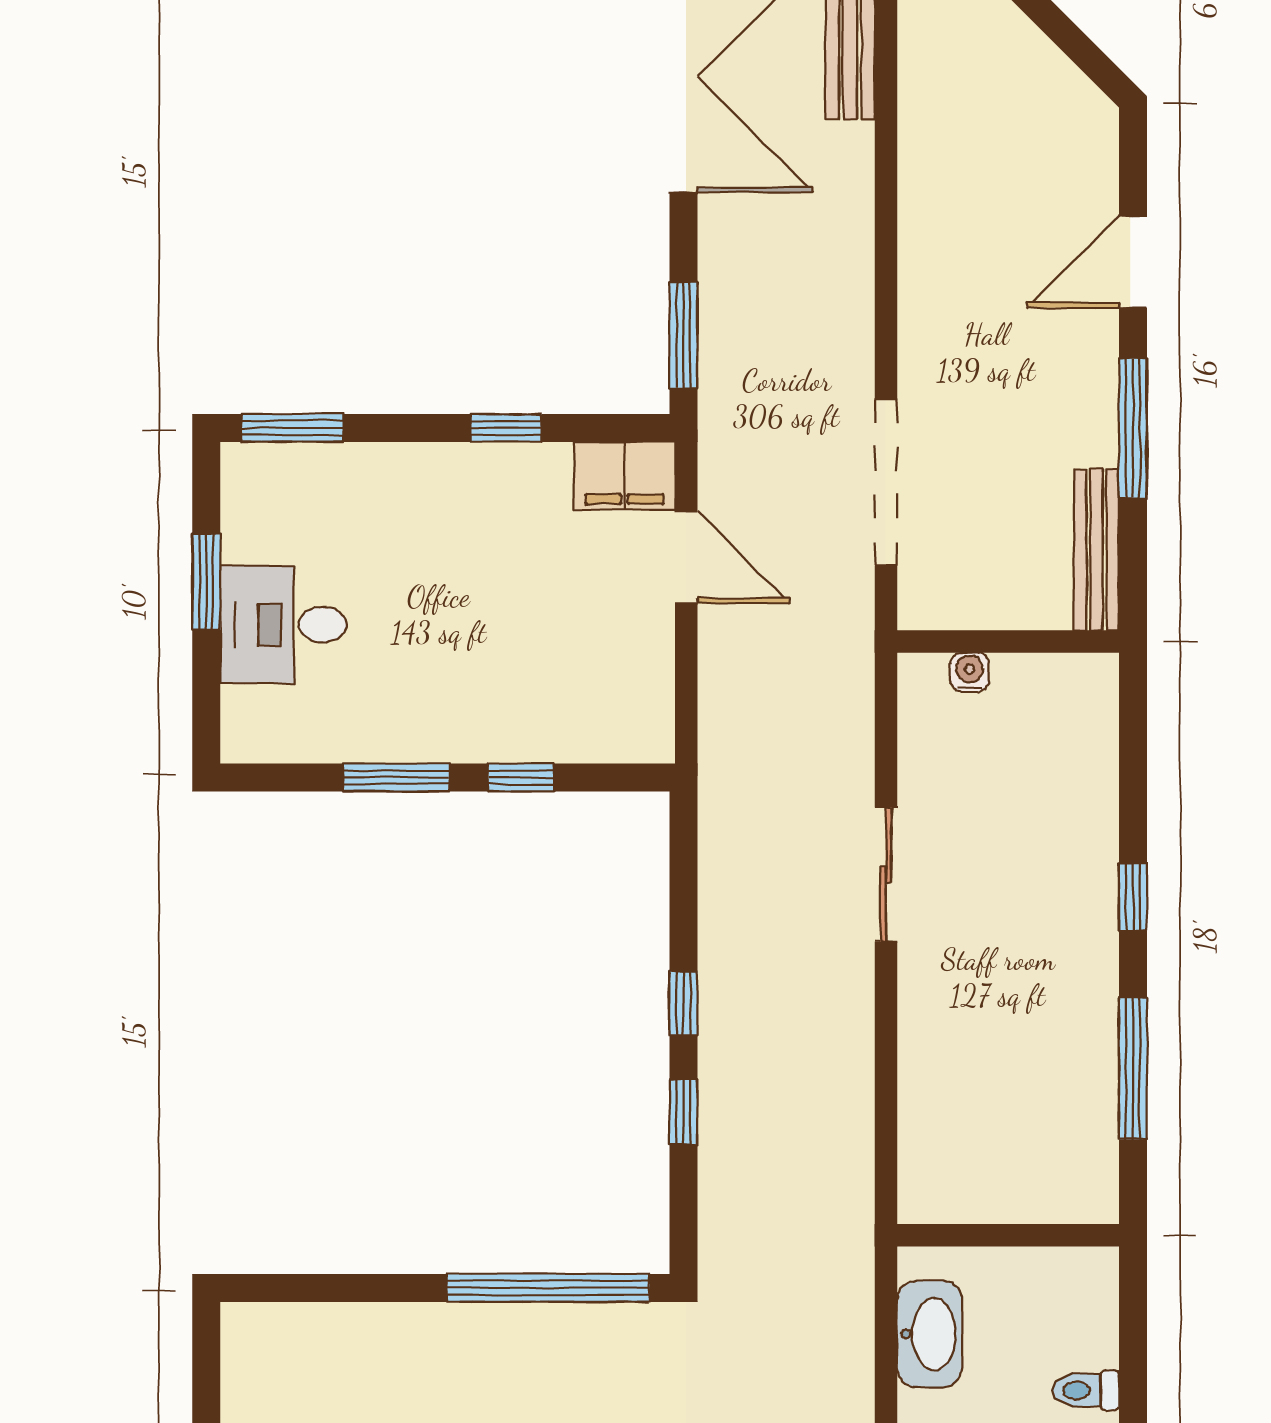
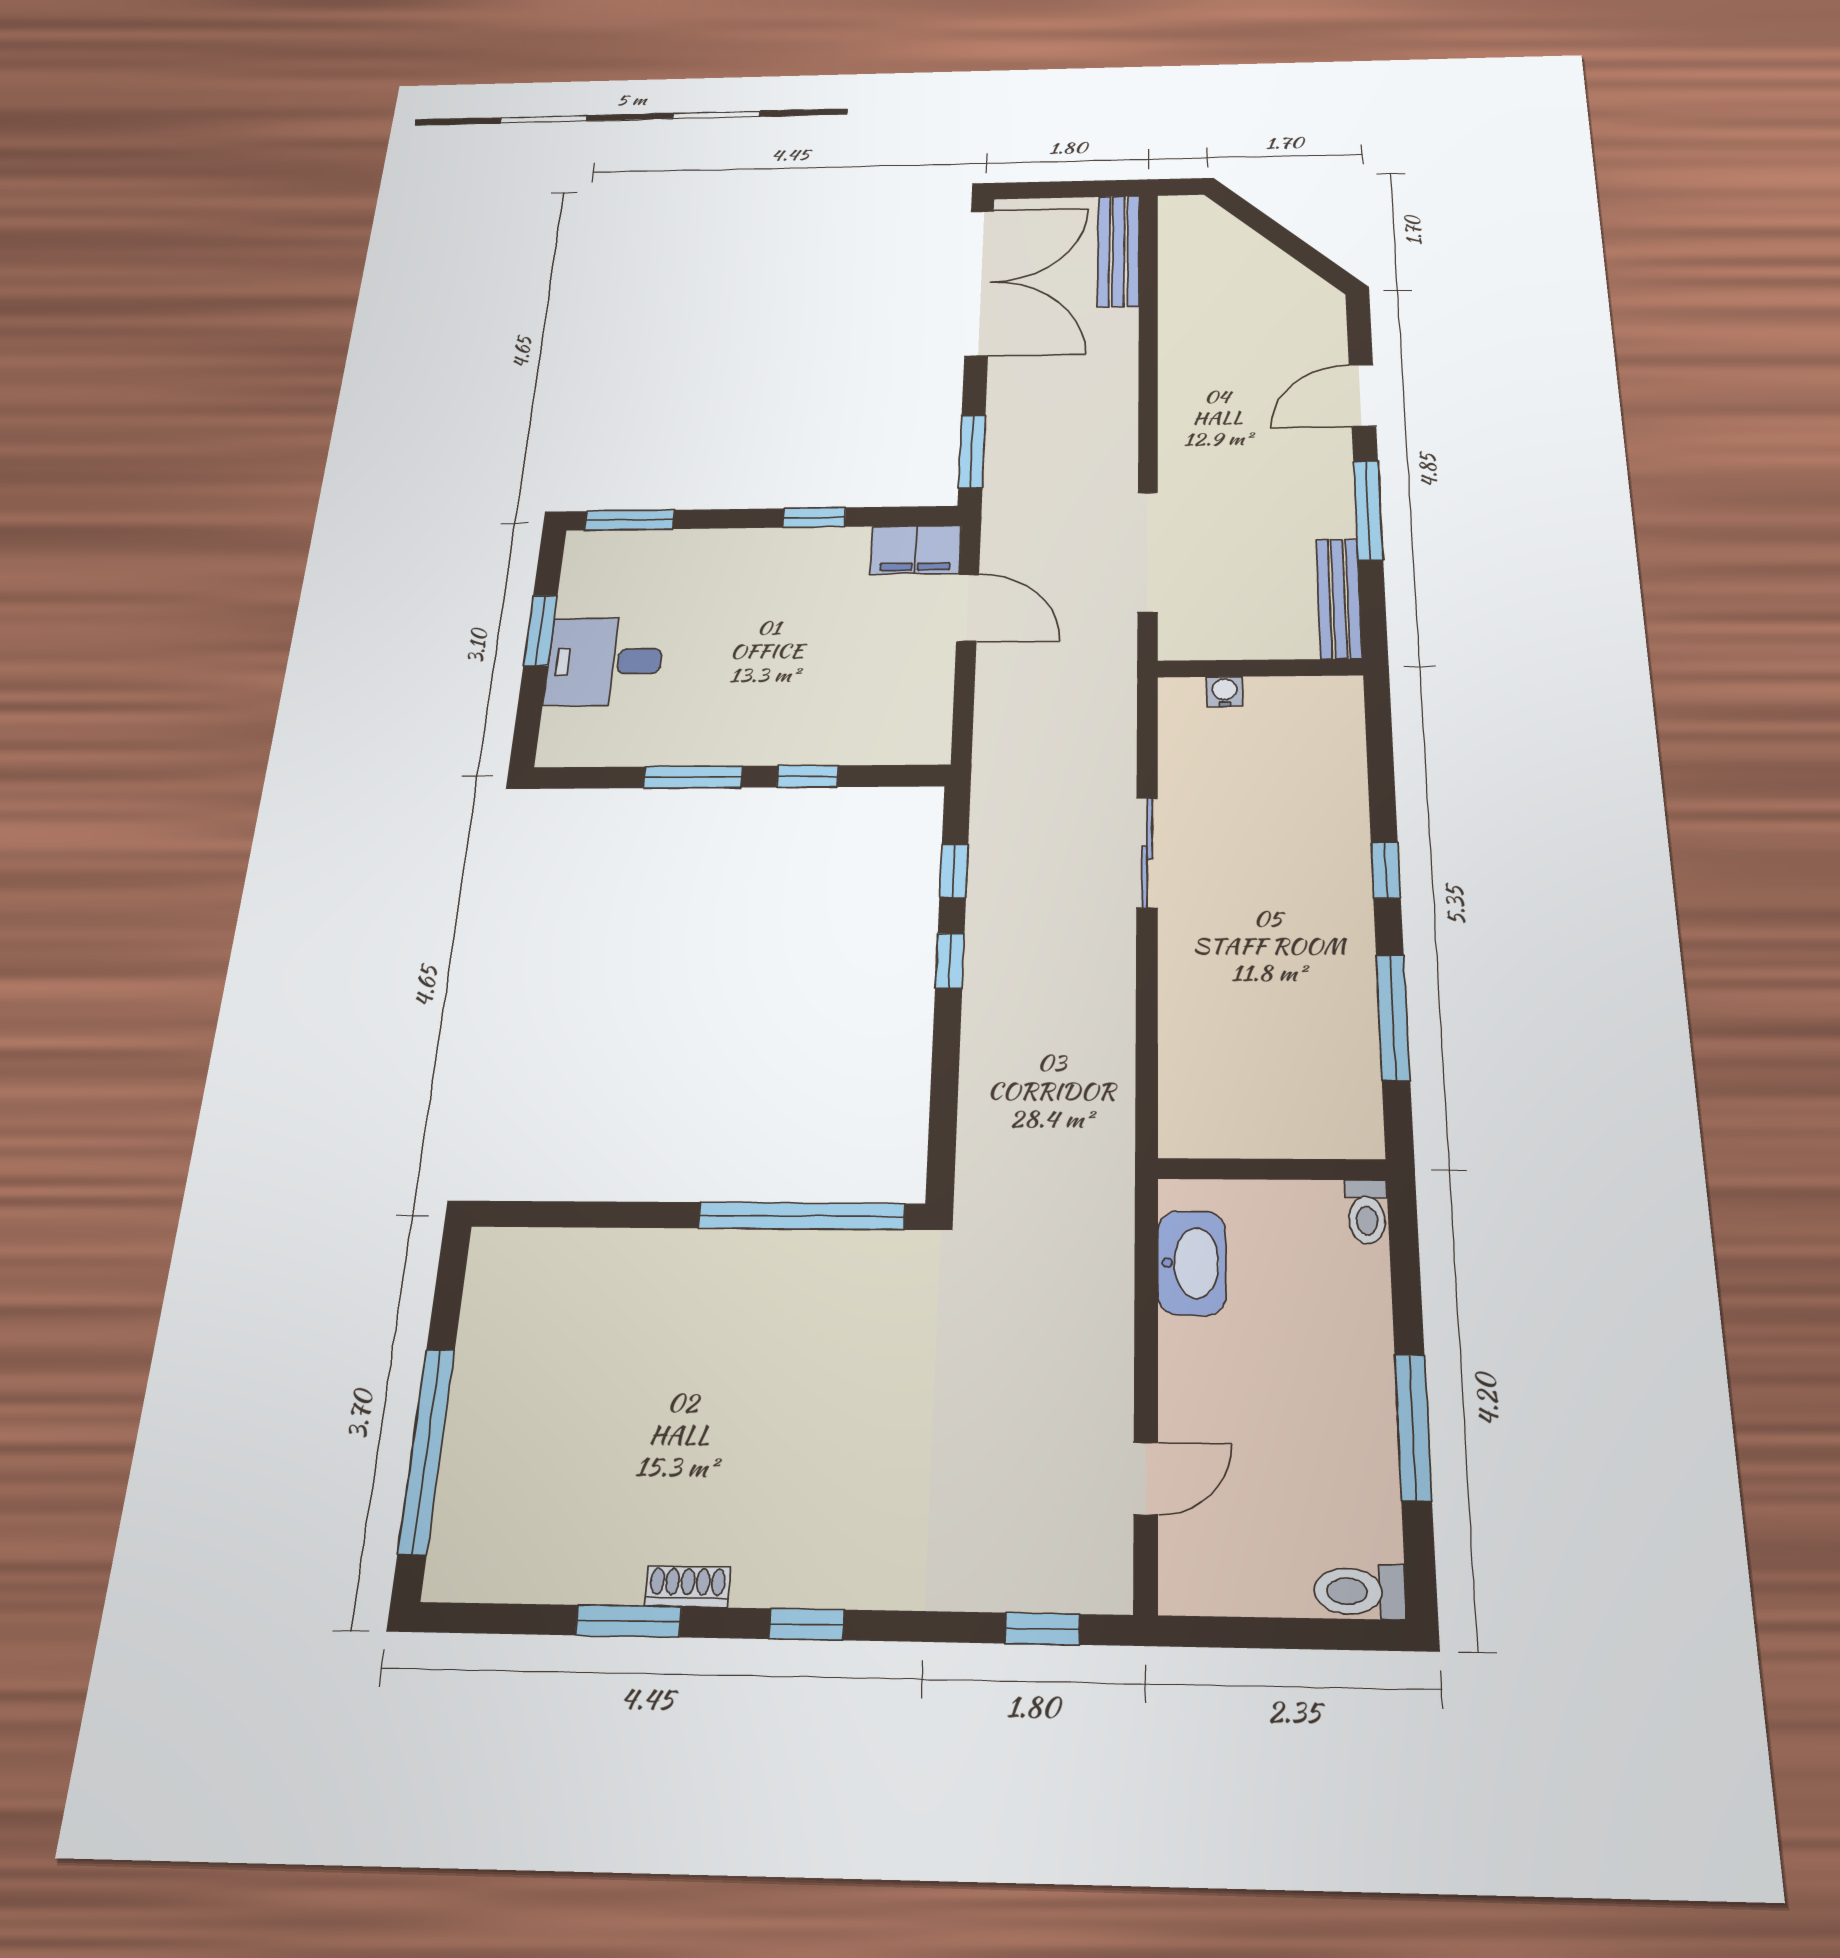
window: (683, 1112) -> (954, 871), moved
toilet: (1086, 1390) -> (1367, 1212), moved, turned -90

